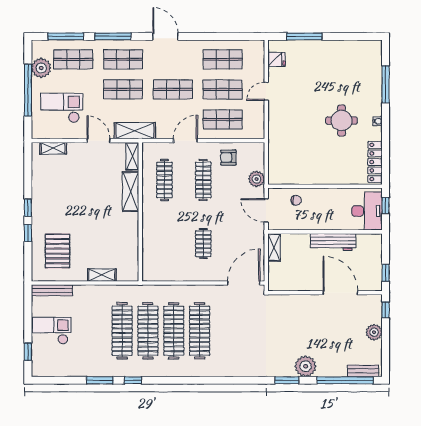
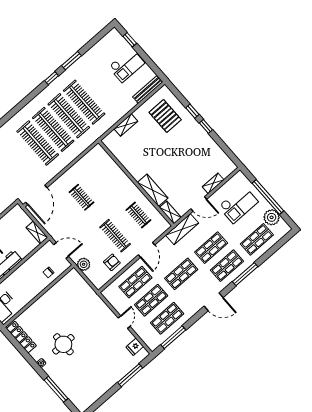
window: (66, 36) -> (173, 337), moved
shelving: (53, 148) -> (213, 183), moved
clothes rail: (164, 180) -> (138, 215), width x0.73

